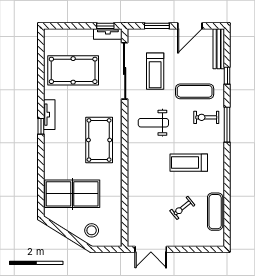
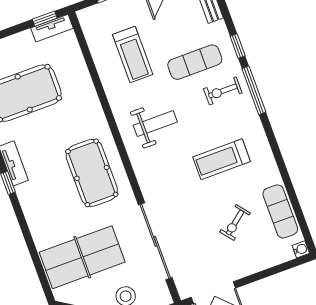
sliding door: (125, 71) -> (155, 241), moved
window: (227, 76) -> (238, 46), moved
weight bench: (153, 123) -> (155, 124), turned 180
water cooler: (220, 242) -> (301, 249), added

